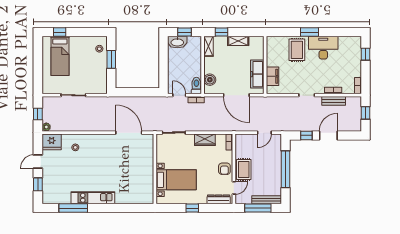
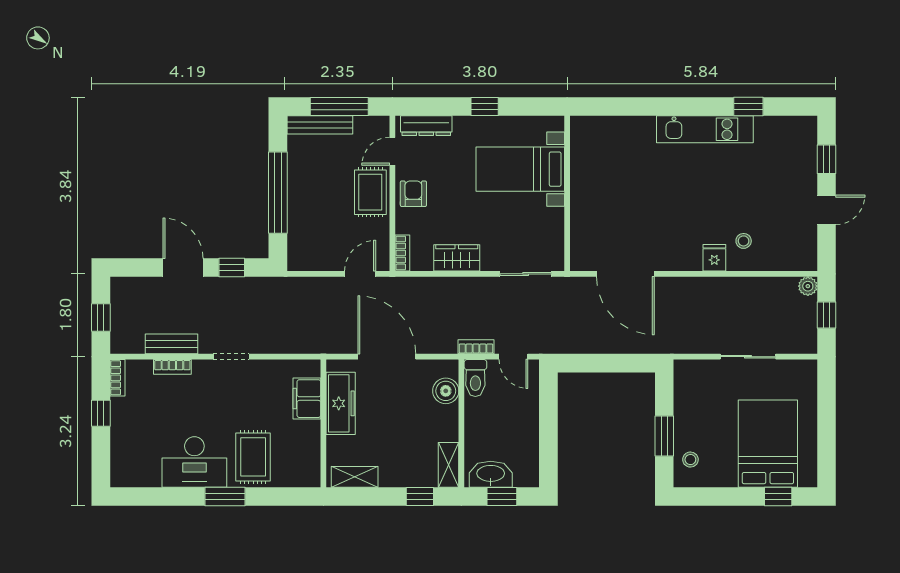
shelving: (238, 41) -> (355, 477), moved
washbasin: (177, 42) -> (491, 474), moved
window: (366, 54) -> (101, 413), moved
bed: (60, 56) -> (768, 444), width x1.50
door: (264, 133) -> (360, 274), moved
door: (328, 135) -> (183, 267), swing flipped
fridge: (52, 142) -> (714, 258), moved, width x0.53, depth x0.75
window: (73, 208) -> (748, 107), width x0.46

